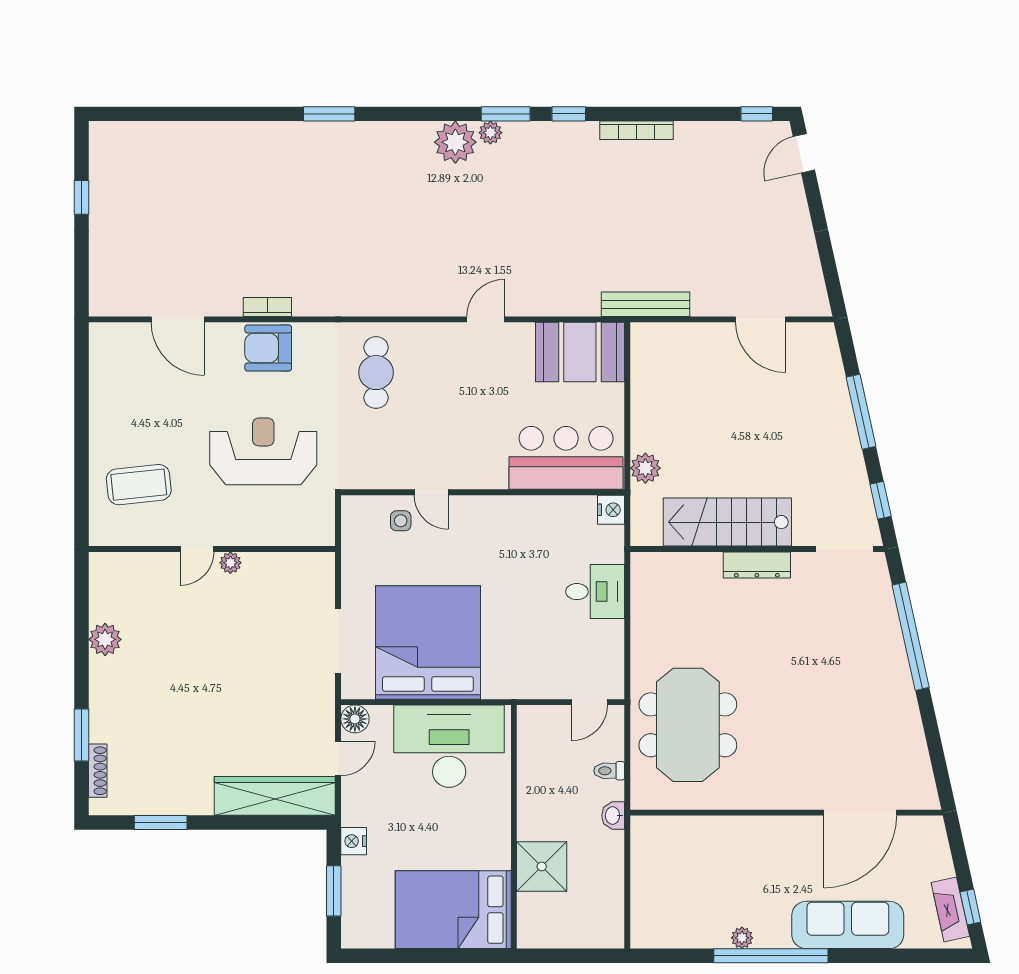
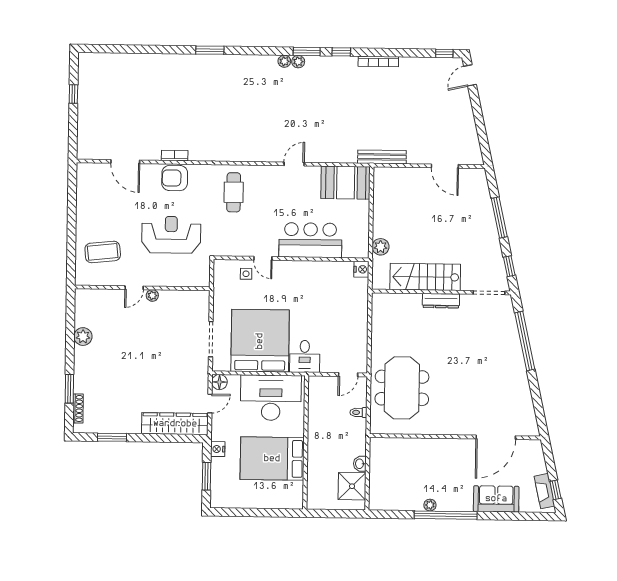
plant: (455, 142) -> (284, 61), width x0.53, depth x0.53
bar counter: (566, 458) -> (310, 240), moved
desk: (595, 592) -> (305, 356), moved, turned 90
washbasin: (613, 816) -> (360, 464), moved
shower: (542, 866) -> (352, 486), moved
bed: (453, 910) -> (272, 459), moved
sofa: (848, 925) -> (496, 499), width x0.73

